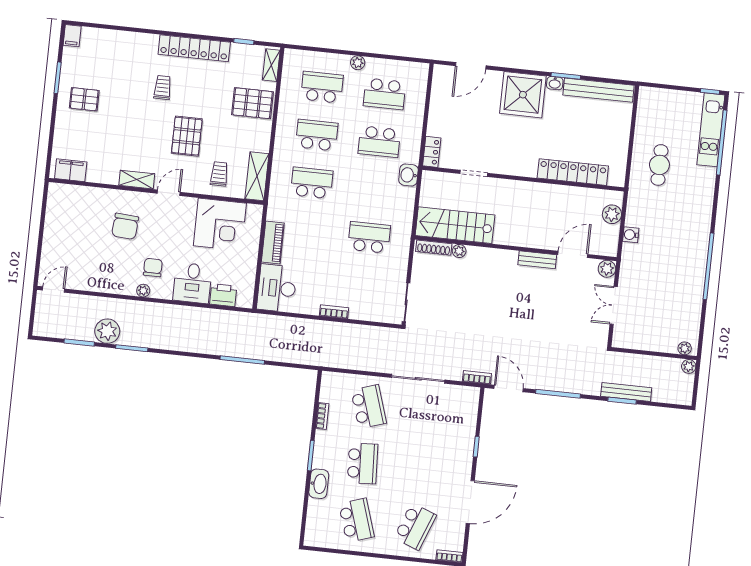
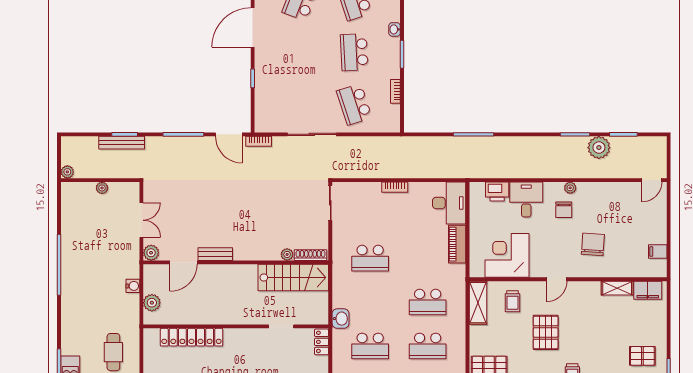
school desk: (379, 142) -> (370, 346), turned 180
shelving: (137, 180) -> (617, 288), moved
filing cabinet: (55, 211) -> (658, 252), added
plant: (685, 348) -> (102, 188), moved
washbasin: (319, 484) -> (395, 29), width x0.52, depth x0.69

